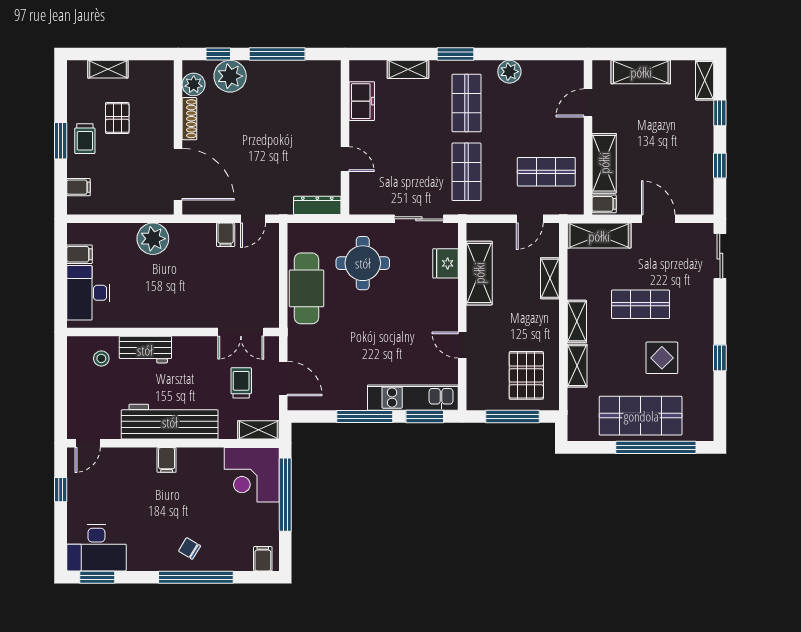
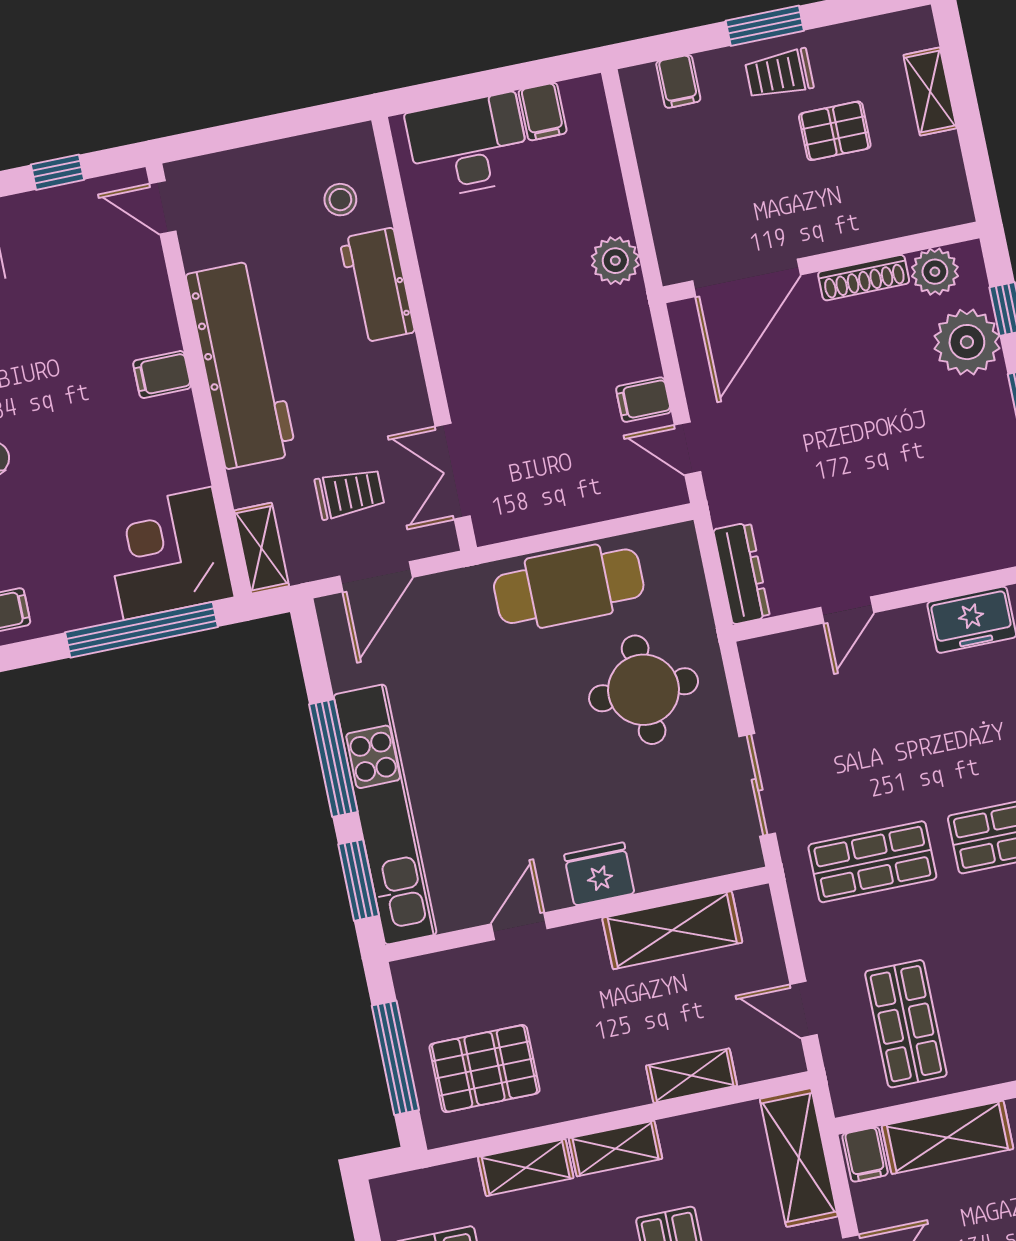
plant: (153, 239) -> (615, 261), width x0.73, depth x0.73
fridge: (446, 263) -> (599, 874), moved
kitchen unit: (413, 398) -> (385, 814), width x1.36

